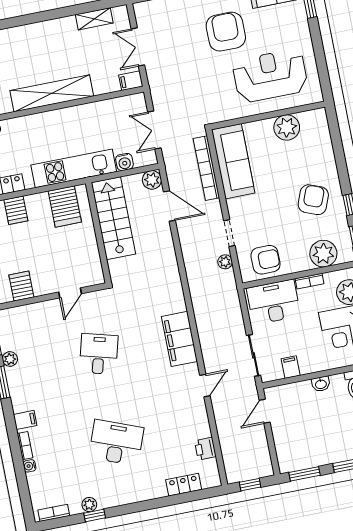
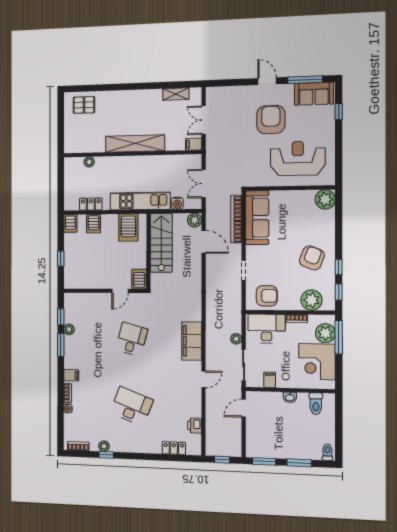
plant: (287, 127) -> (325, 199), moved
plant: (225, 262) -> (236, 339), moved
server rack: (21, 286) -> (139, 279), moved

